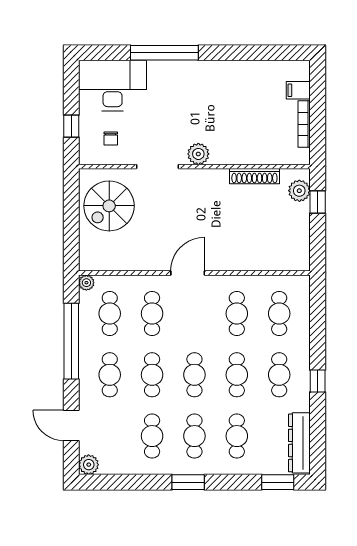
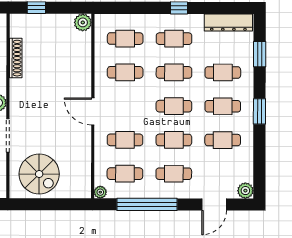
plant: (299, 191) -> (83, 22), moved
window: (278, 482) -> (260, 54), moved

